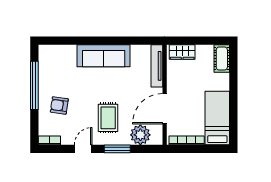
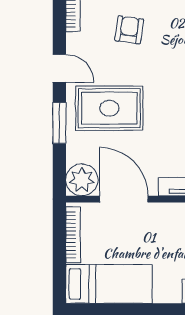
rug: (108, 118) -> (109, 108), width x1.36, depth x1.43
plant: (140, 135) -> (82, 180), moved

